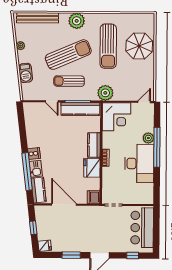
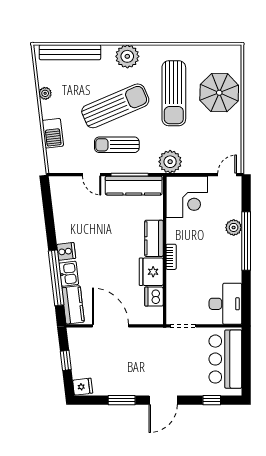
desk: (139, 163) -> (225, 304), moved, width x0.73, depth x0.77
dishwasher: (94, 197) -> (154, 297), moved

